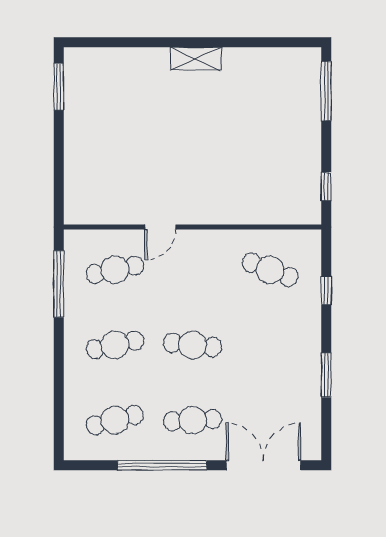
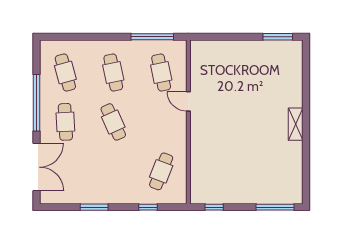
cafe table: (192, 345) -> (113, 122), turned -30

